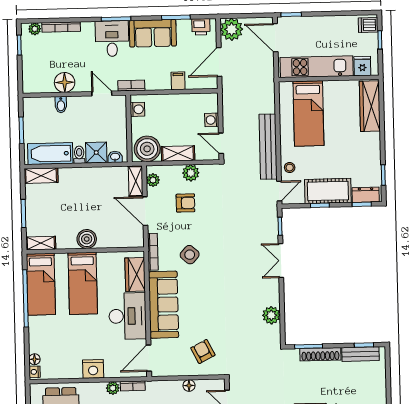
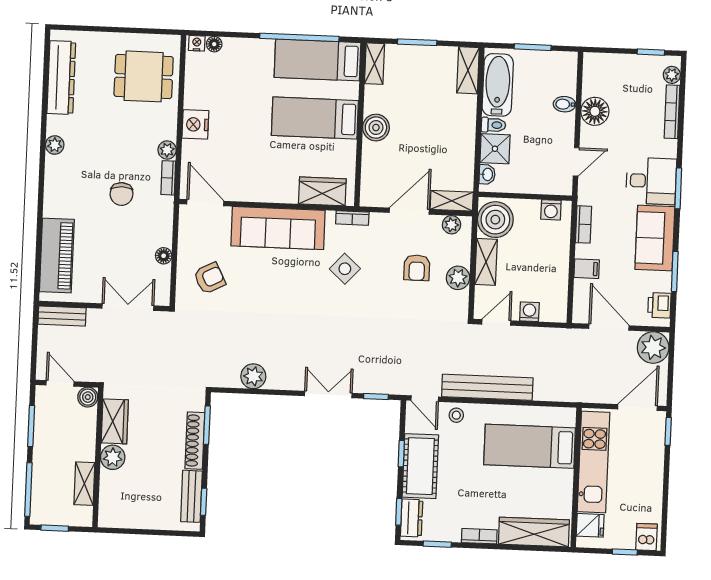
bookcase: (131, 86) -> (583, 224), moved
bookcase: (375, 145) -> (479, 536), added
bookcase: (153, 252) -> (352, 218), width x0.64
desk: (128, 316) -> (265, 177), removed

